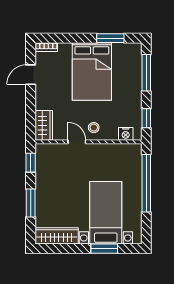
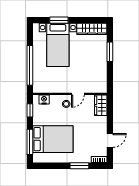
window: (110, 38) -> (79, 166), moved
bed: (92, 71) -> (53, 139), moved, turned 90
door: (77, 142) -> (78, 94), hinge flipped
window: (31, 163) -> (110, 80), removed

